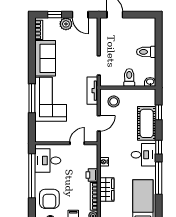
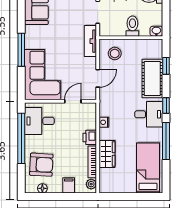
corner sofa: (51, 99) -> (43, 75), moved
armchair: (49, 199) -> (41, 165), turned -87

